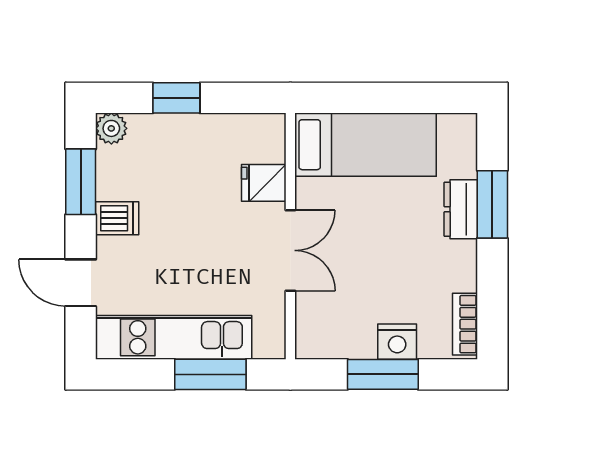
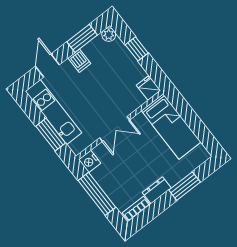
fridge: (264, 183) -> (148, 88), moved
dresser: (461, 209) -> (157, 190), moved
nightstand: (397, 342) -> (90, 161), moved
window: (383, 374) -> (97, 194), width x1.44

